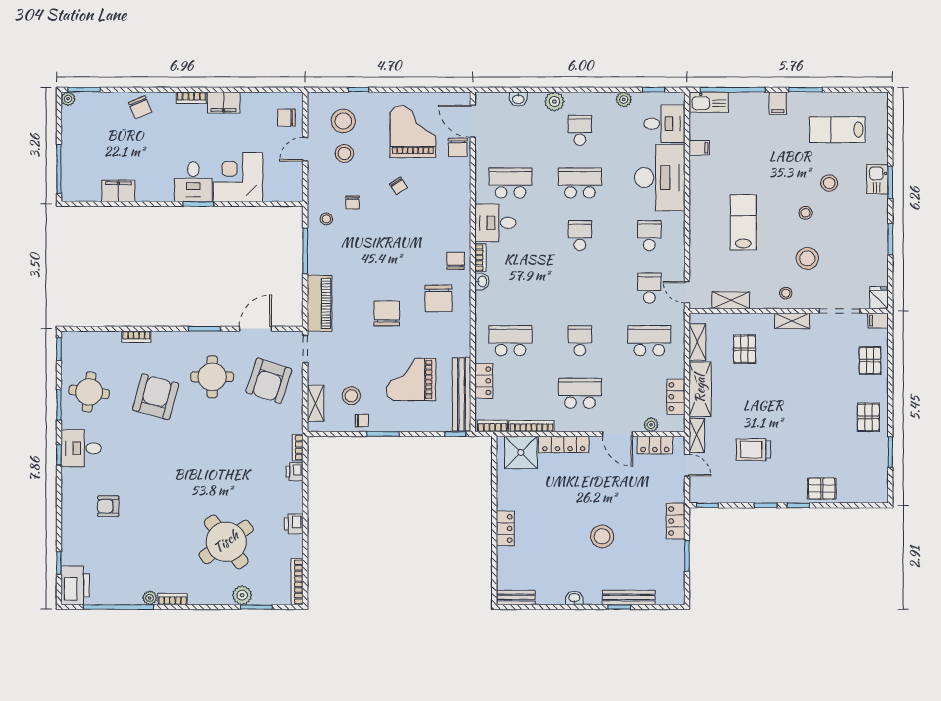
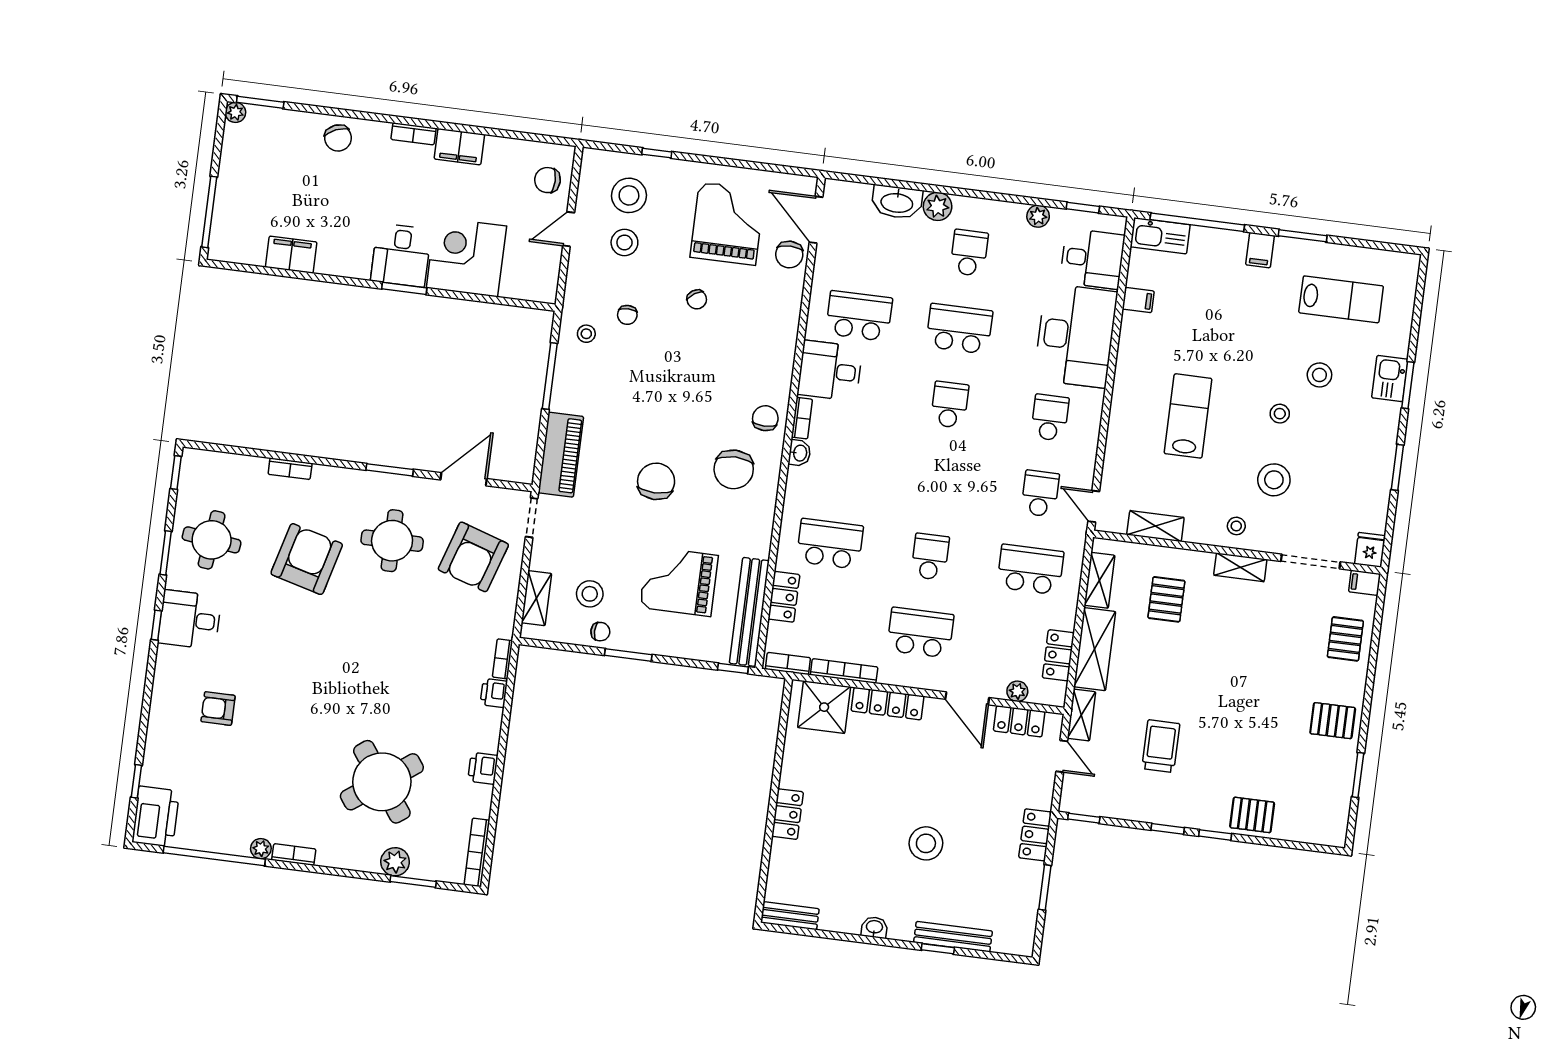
washbasin: (518, 99) -> (897, 202), width x1.91, depth x1.45
lab bench: (837, 130) -> (1341, 299), turned 180
pallet: (868, 417) -> (1333, 721), turned 90
trolley: (754, 450) -> (1161, 746), turned 90

